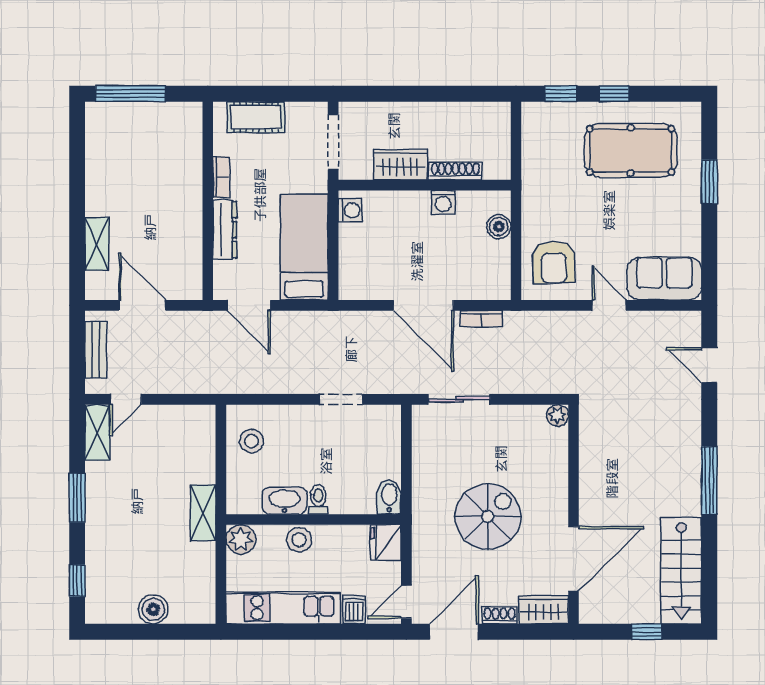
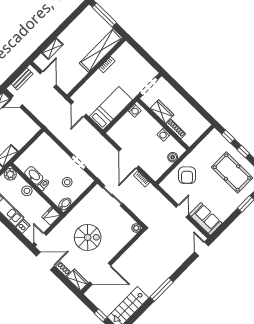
cot: (256, 117) -> (134, 57), removed
shelving: (186, 162) -> (101, 50), added
dresser: (225, 230) -> (93, 81), removed
armchair: (554, 262) -> (187, 175), moved, turned -42
door: (709, 365) -> (201, 249), moved
stool: (251, 441) -> (67, 182), moved
door: (406, 602) -> (40, 239), hinge flipped

